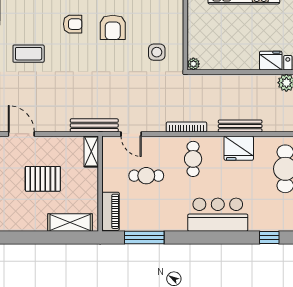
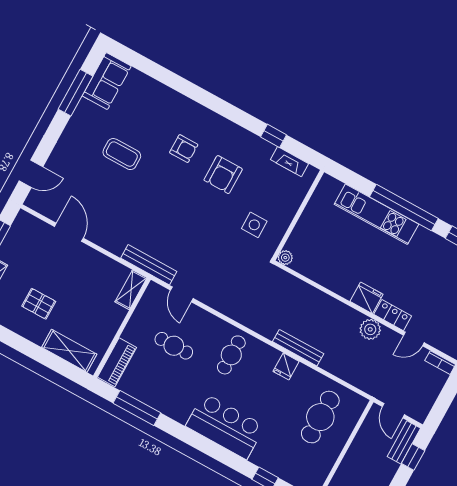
bookcase: (187, 127) -> (243, 318), removed
fridge: (239, 148) -> (286, 366), width x0.53, depth x0.75
pallet: (43, 179) -> (39, 304), moved, width x0.67, depth x0.71

